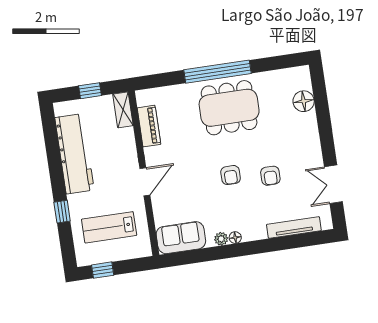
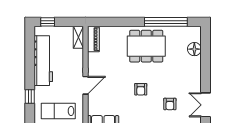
window: (218, 72) -> (166, 22), moved
window: (90, 91) -> (48, 22), moved
piano: (149, 126) -> (93, 39), moved
armchair: (270, 176) -> (170, 104), moved

